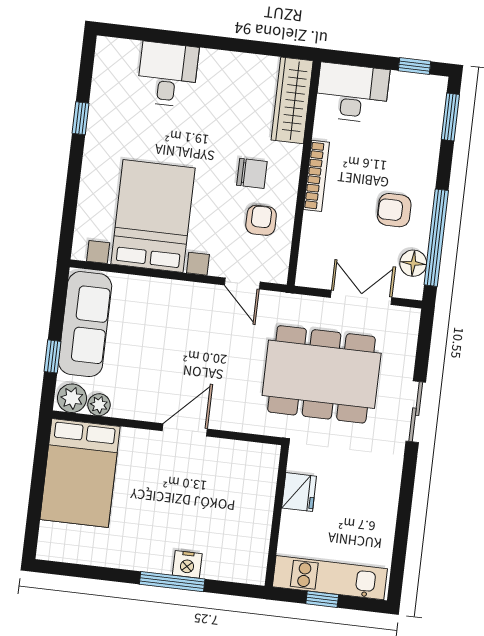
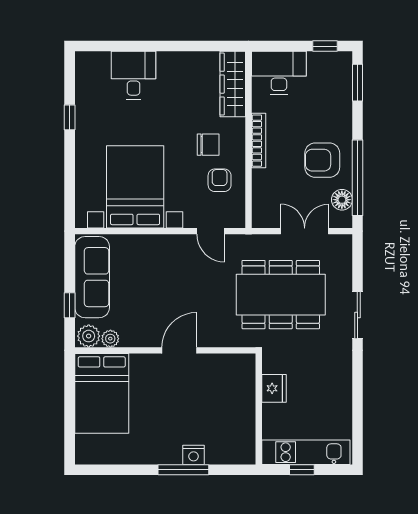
armchair: (394, 210) -> (322, 160), width x1.38, depth x1.38

